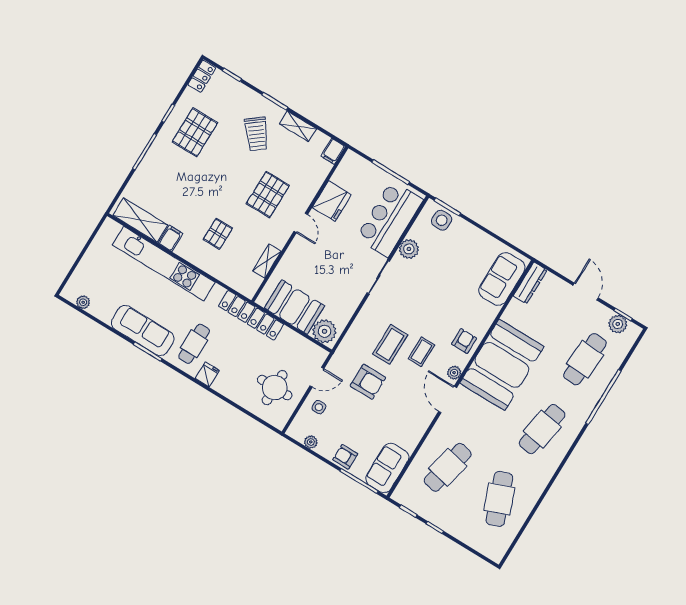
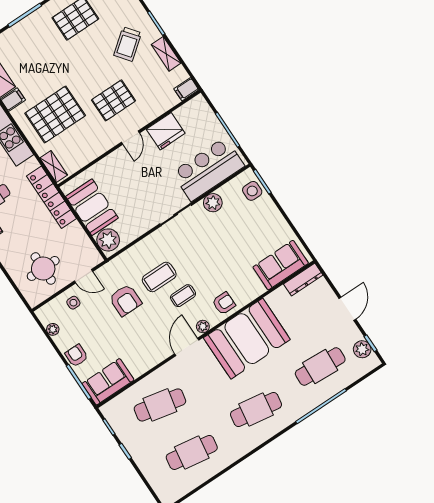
pallet: (218, 234) -> (55, 114), width x2.05, depth x2.00
shelving: (267, 261) -> (54, 166), moved, turned 90
cafe table: (499, 499) -> (192, 452), turned 30

